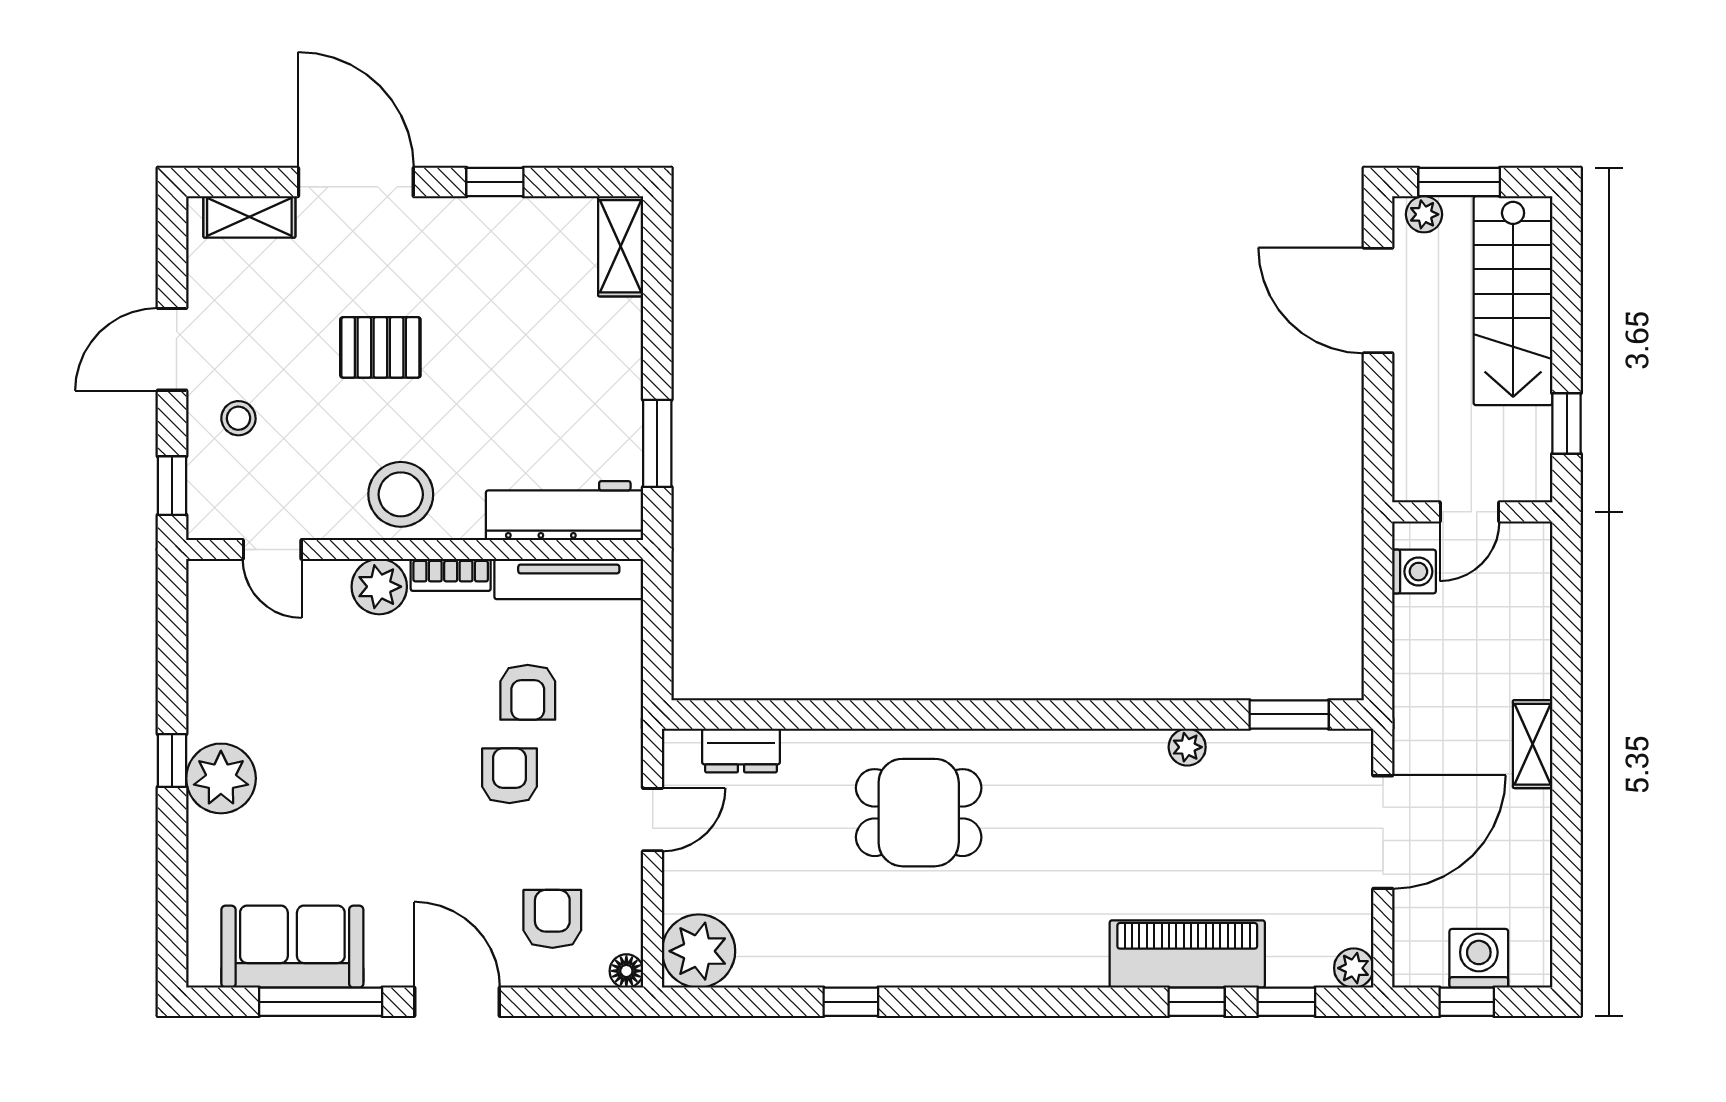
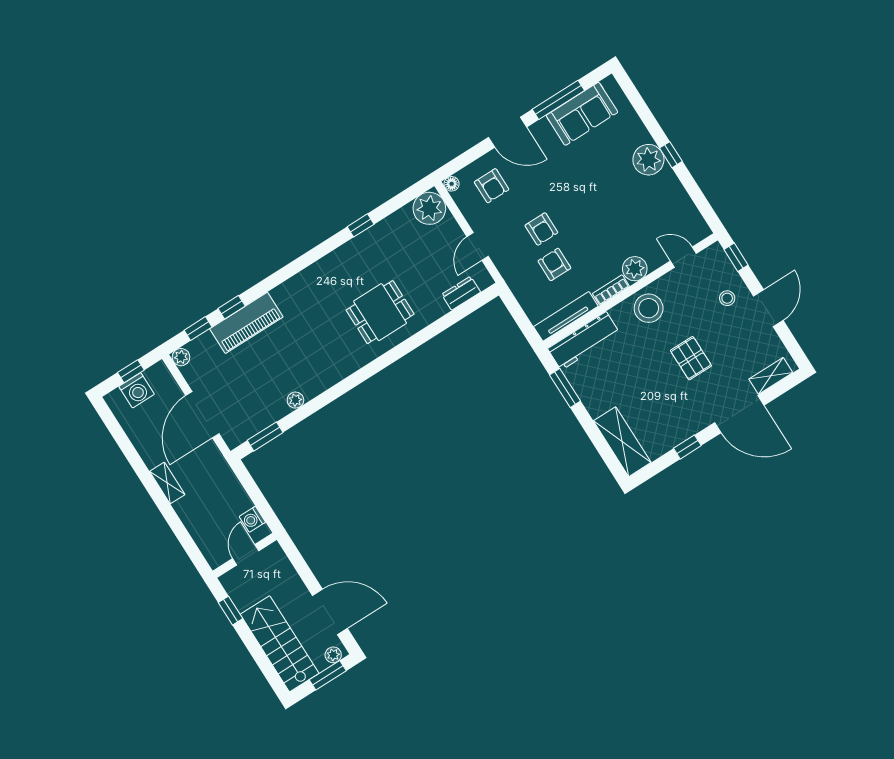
shelving: (621, 246) -> (622, 442), width x1.50, depth x1.33
pallet: (380, 347) -> (691, 358), turned 90

